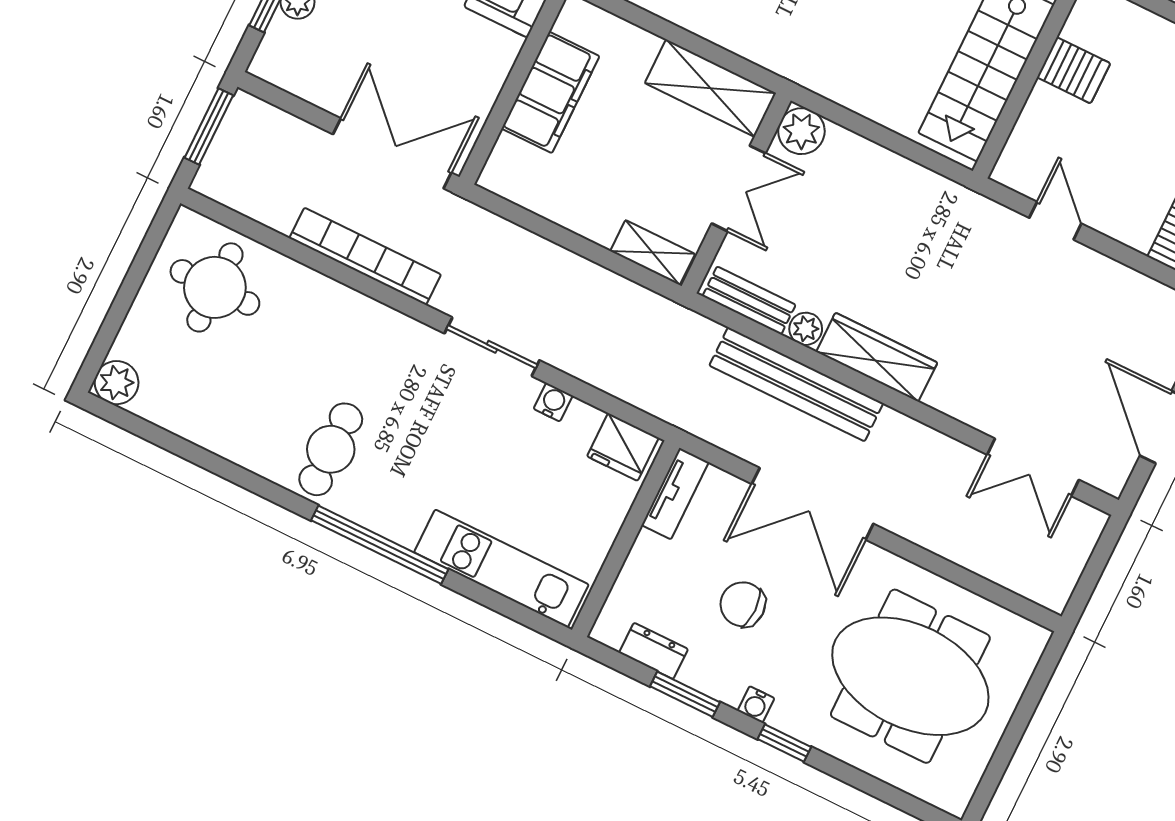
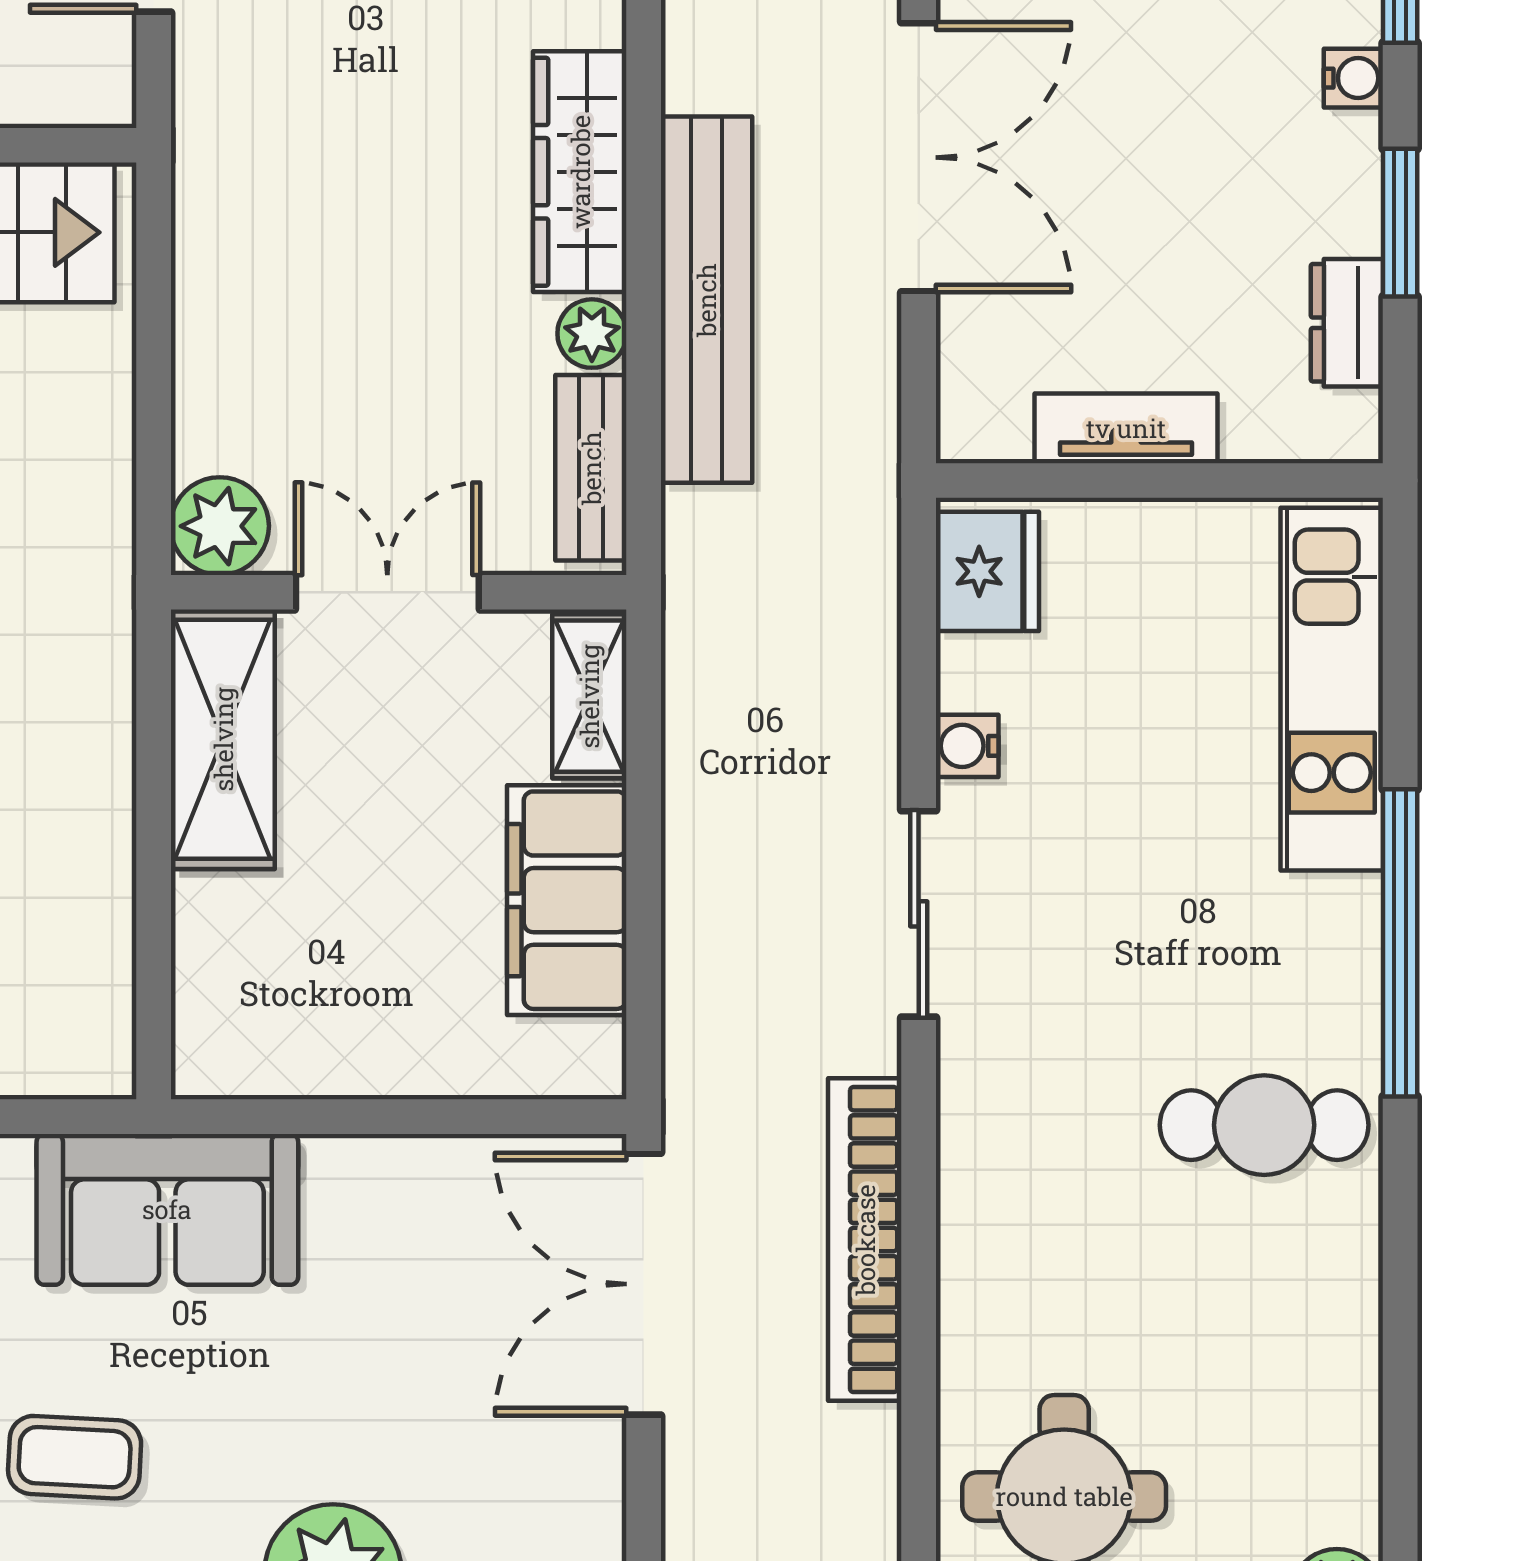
filing cabinet: (550, 92) -> (567, 900), moved, turned -90
tv unit: (675, 494) -> (1126, 428), moved
chair: (743, 604) -> (1175, 196), removed

